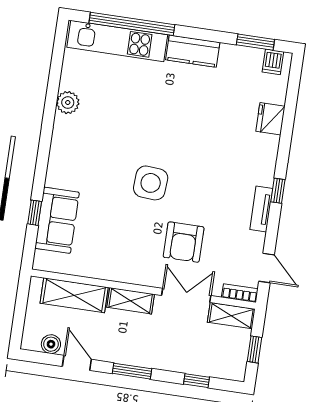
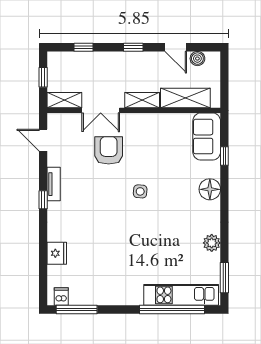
window: (255, 42) -> (77, 309), width x1.44
kitchen counter: (193, 51) -> (123, 296), removed
window: (58, 55) -> (224, 278), added
floor lamp: (60, 172) -> (210, 189), added
side table: (151, 183) -> (140, 191), width x0.54, depth x0.54
sofa: (57, 220) -> (207, 137), moved
bookcase: (240, 293) -> (61, 118), removed
window: (132, 371) -> (133, 47), width x0.67

